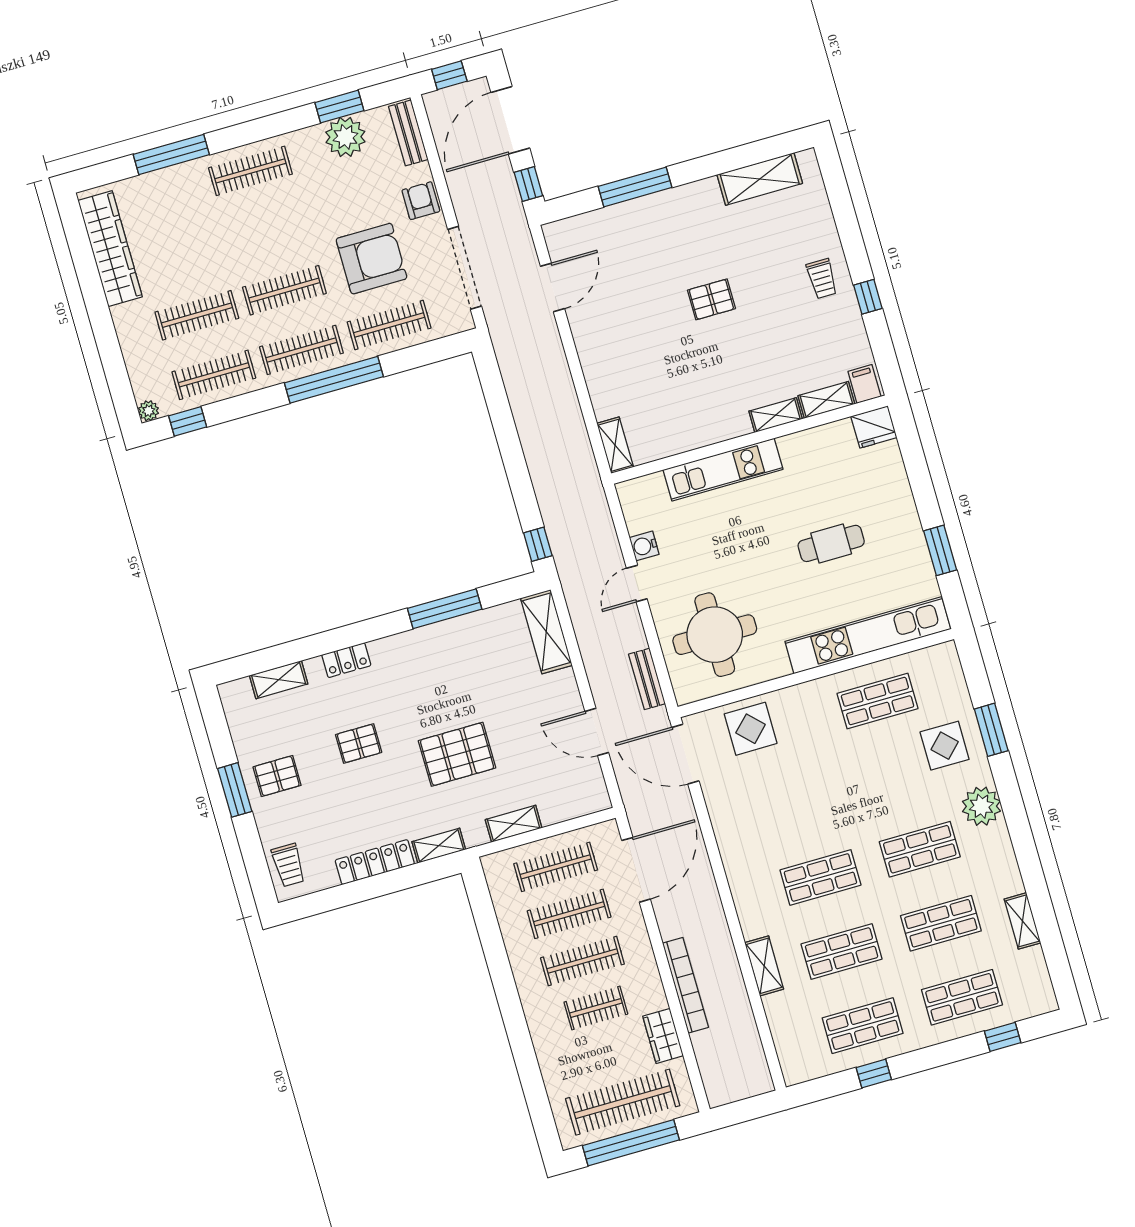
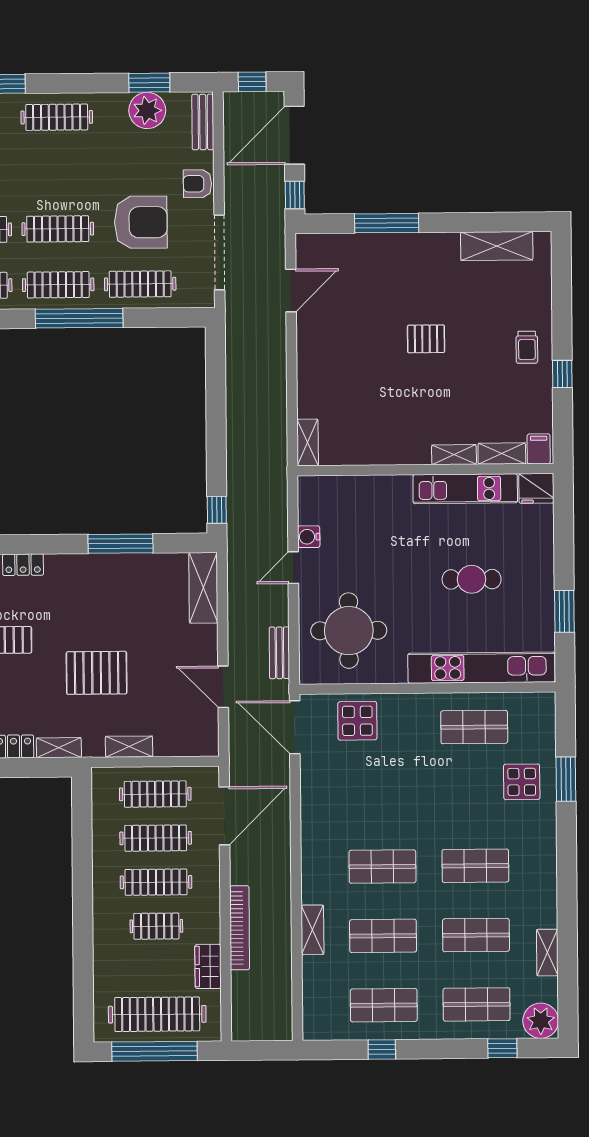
armchair: (421, 201) -> (197, 184), turned -90
kitchen unit: (723, 470) -> (465, 489), moved
plant: (981, 806) -> (541, 1021), moved

